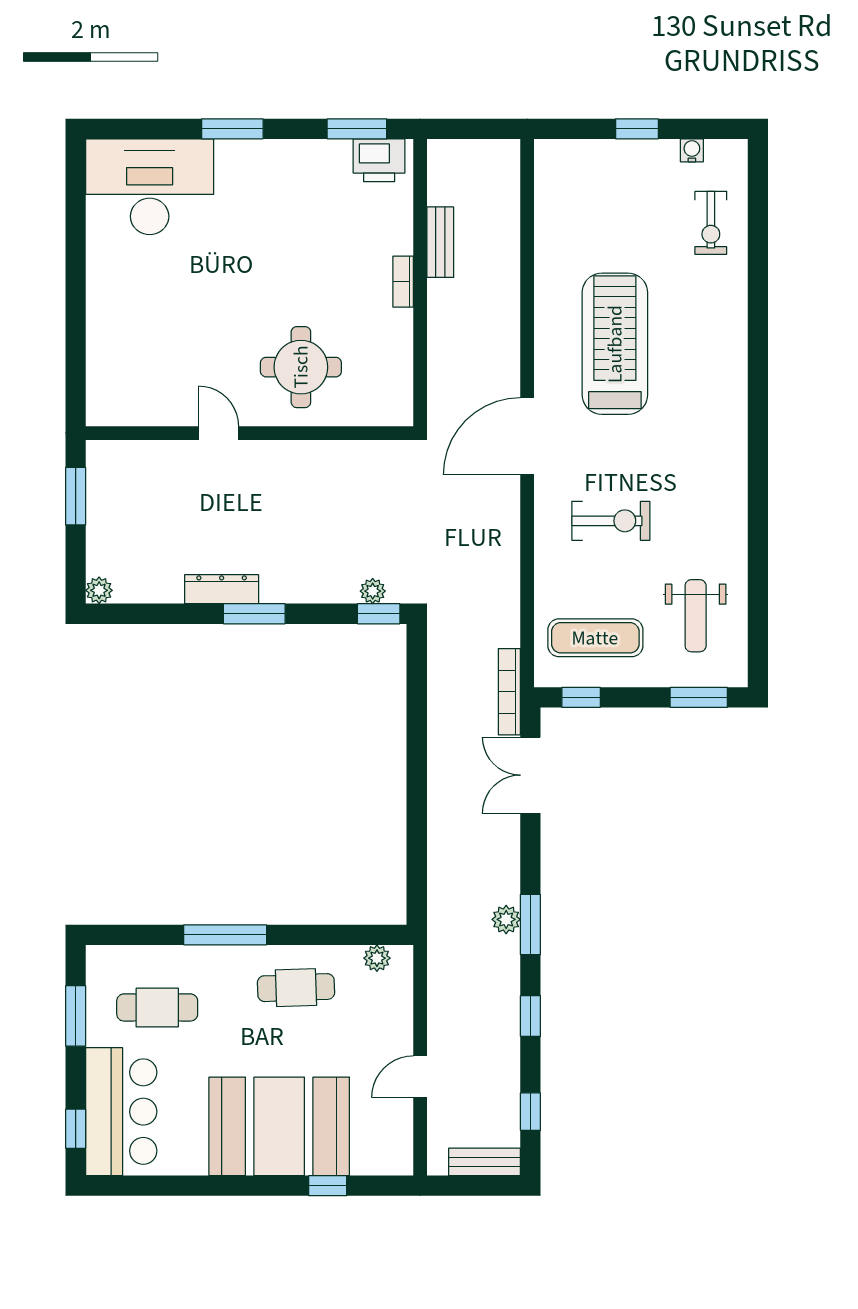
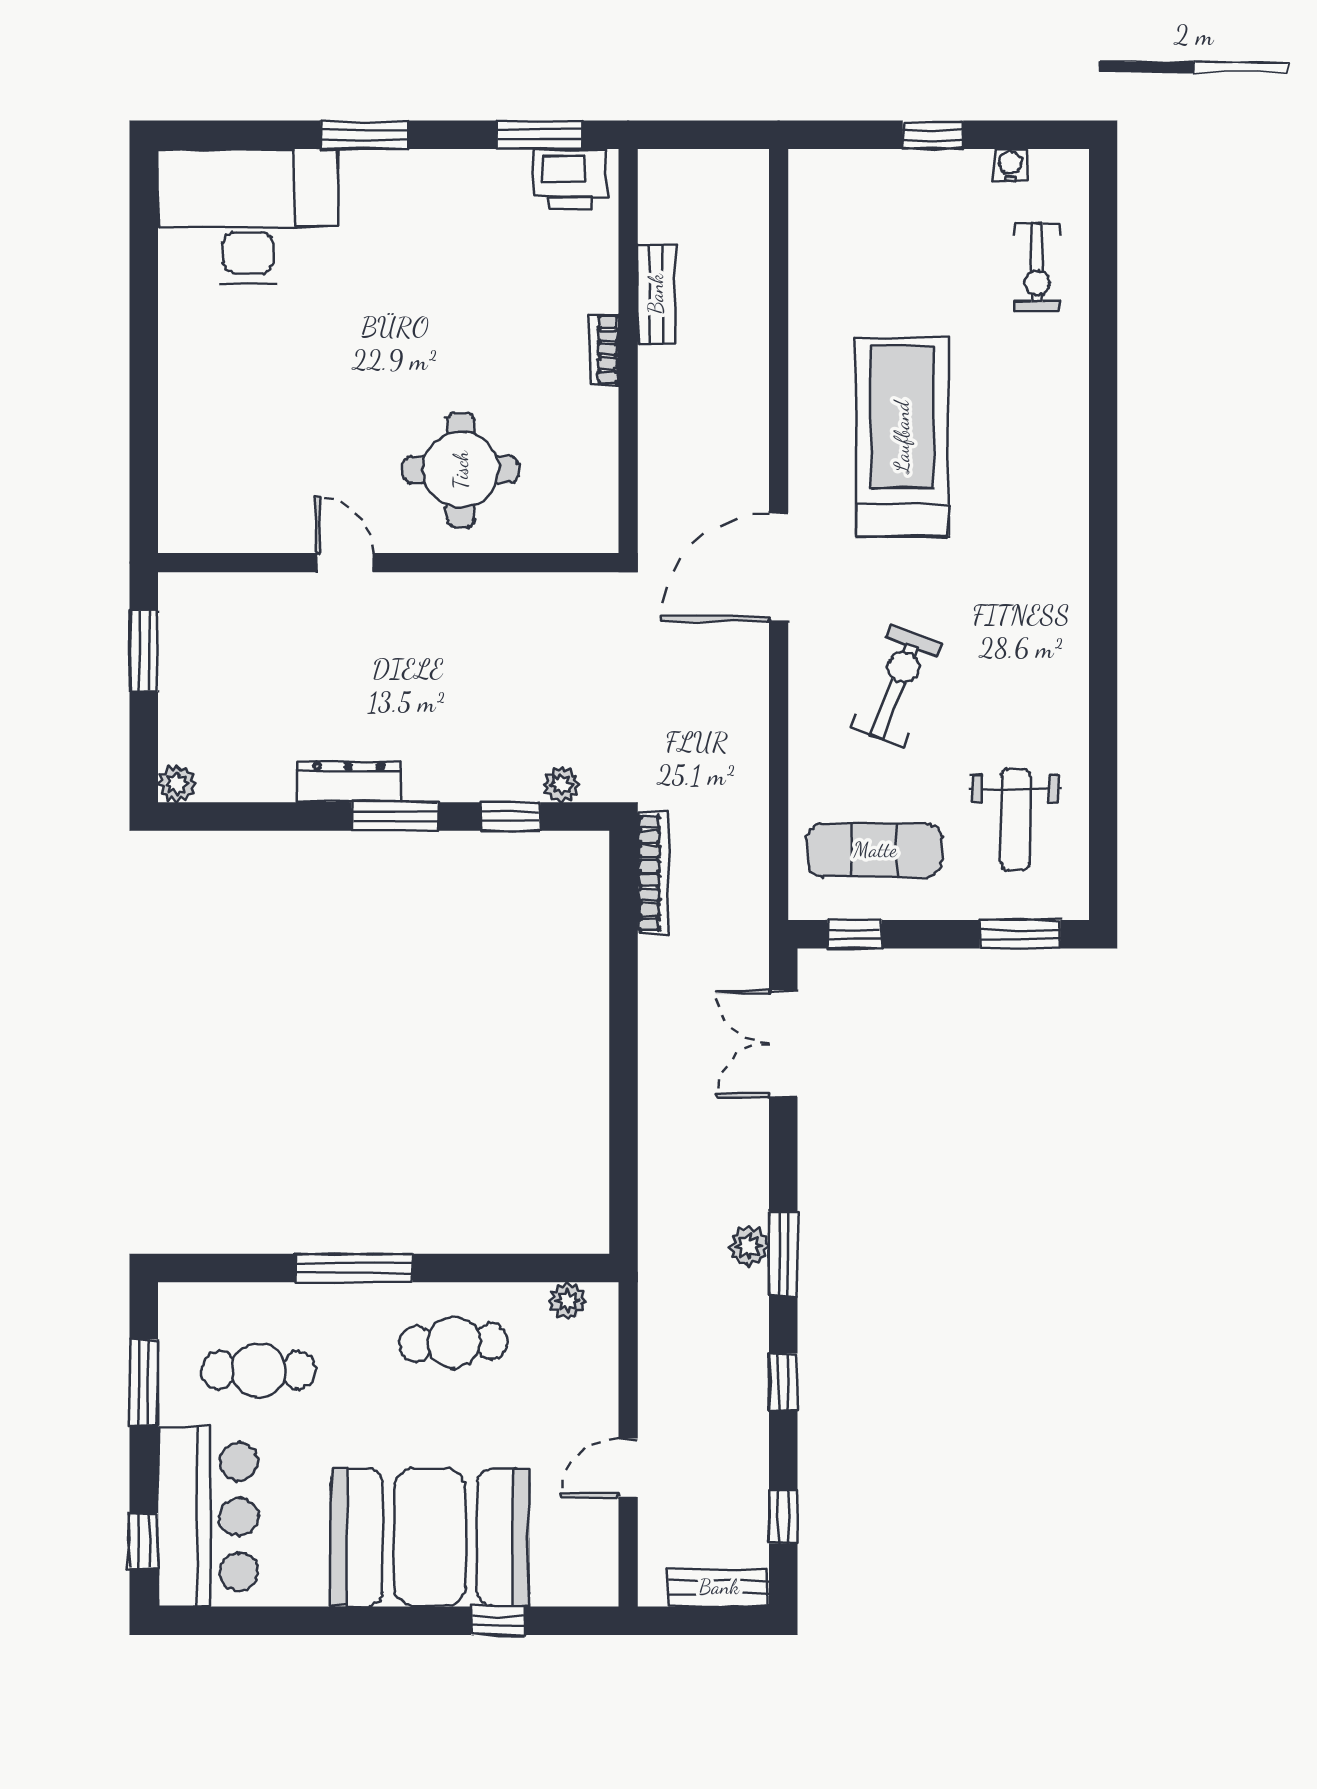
exercise bike: (611, 521) -> (896, 686), turned -69
window: (379, 614) -> (510, 817), moved
bookcase: (509, 692) -> (653, 873), moved, turned 180

